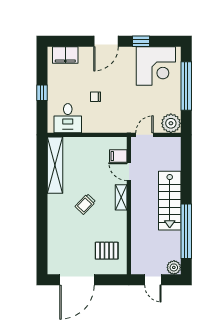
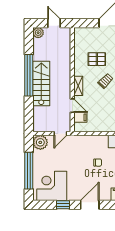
window: (186, 231) -> (29, 75), moved
pallet: (107, 251) -> (97, 59), moved

